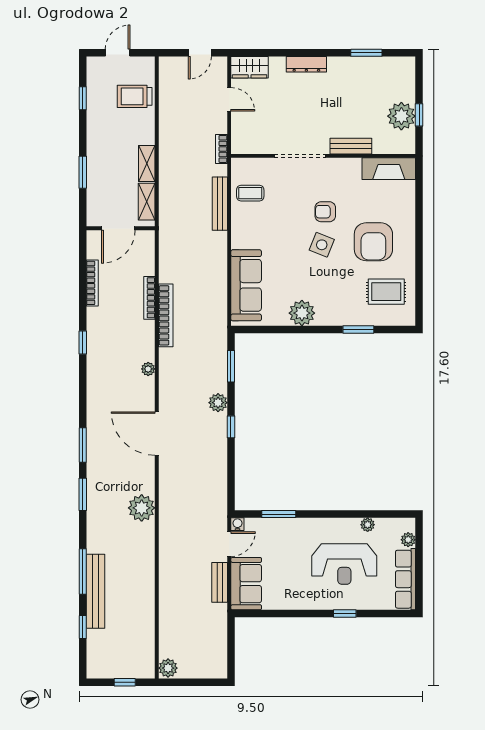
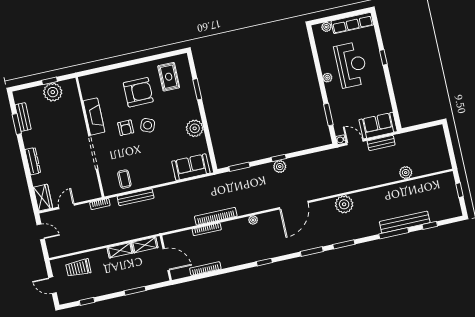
trolley: (135, 96) -> (78, 268), turned 90
bench: (351, 146) -> (23, 117), moved
fireplace: (389, 169) -> (94, 116), moved
sofa: (246, 285) -> (191, 167), width x0.73
window: (83, 343) -> (264, 262), moved
plant: (218, 403) -> (280, 167), moved
plant: (368, 525) -> (327, 78), moved
plant: (168, 668) -> (406, 173), moved

